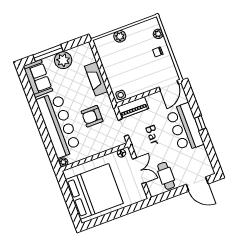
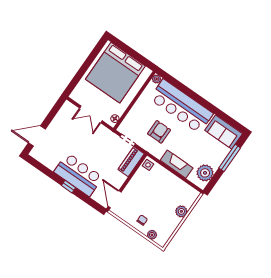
plant: (63, 60) -> (205, 173), moved
cafe table: (166, 176) -> (66, 125), removed

